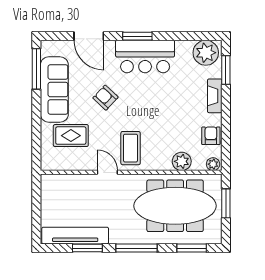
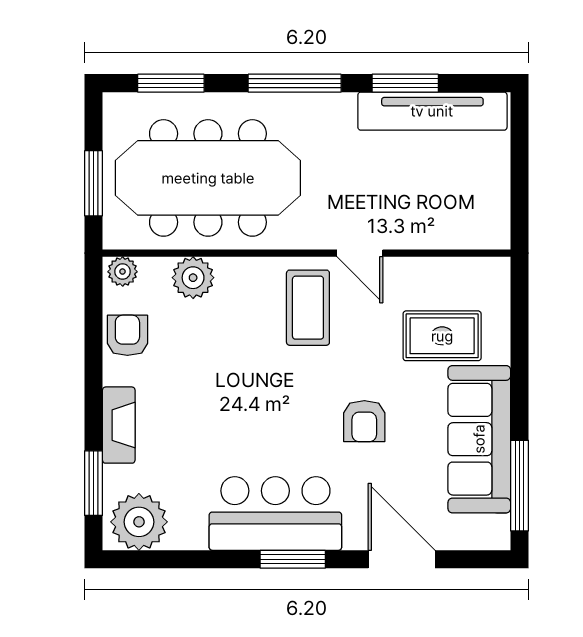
armchair: (105, 98) -> (364, 421), turned 47
armchair: (211, 136) -> (127, 335), turned 180

